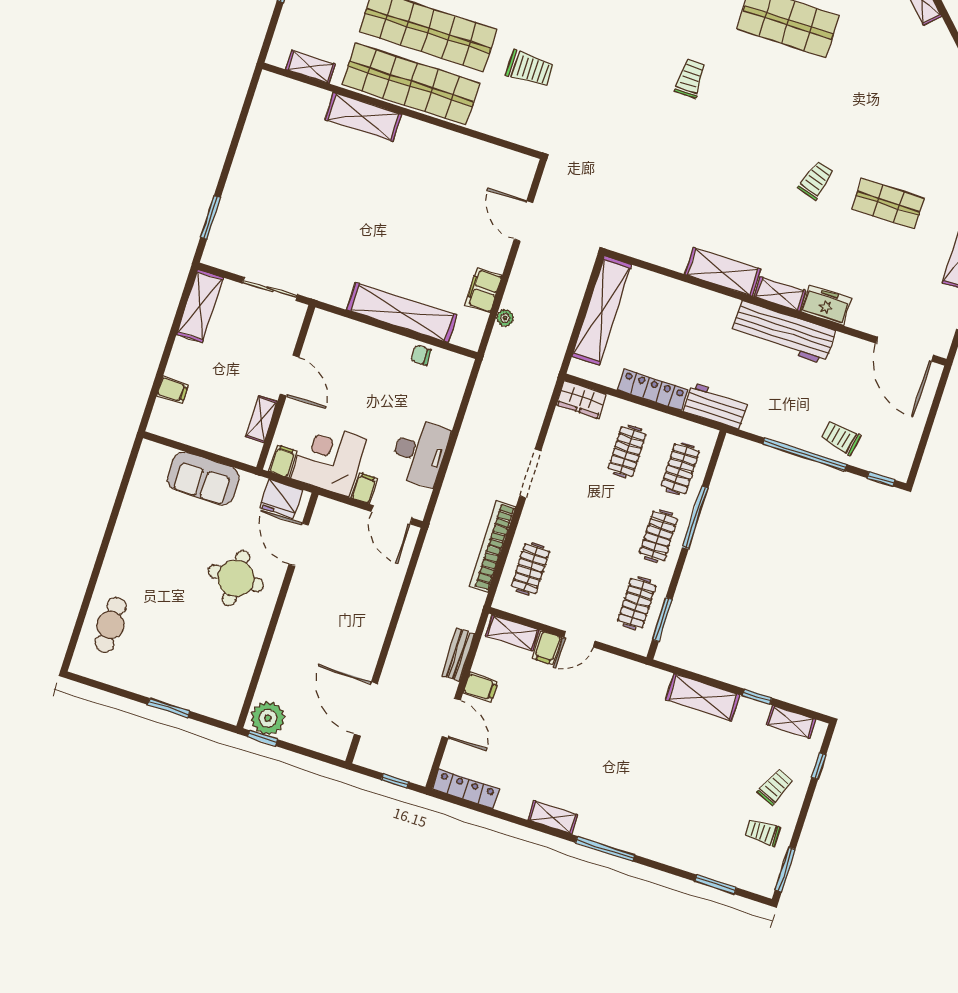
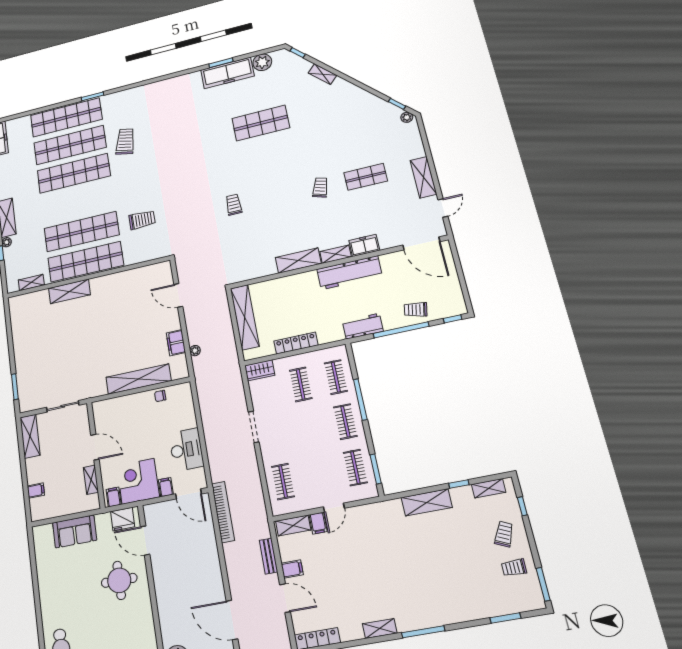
trolley: (691, 78) -> (234, 205), moved
workbench: (716, 406) -> (363, 326), moved
bookcase: (492, 546) -> (223, 512), moved, turned 180

